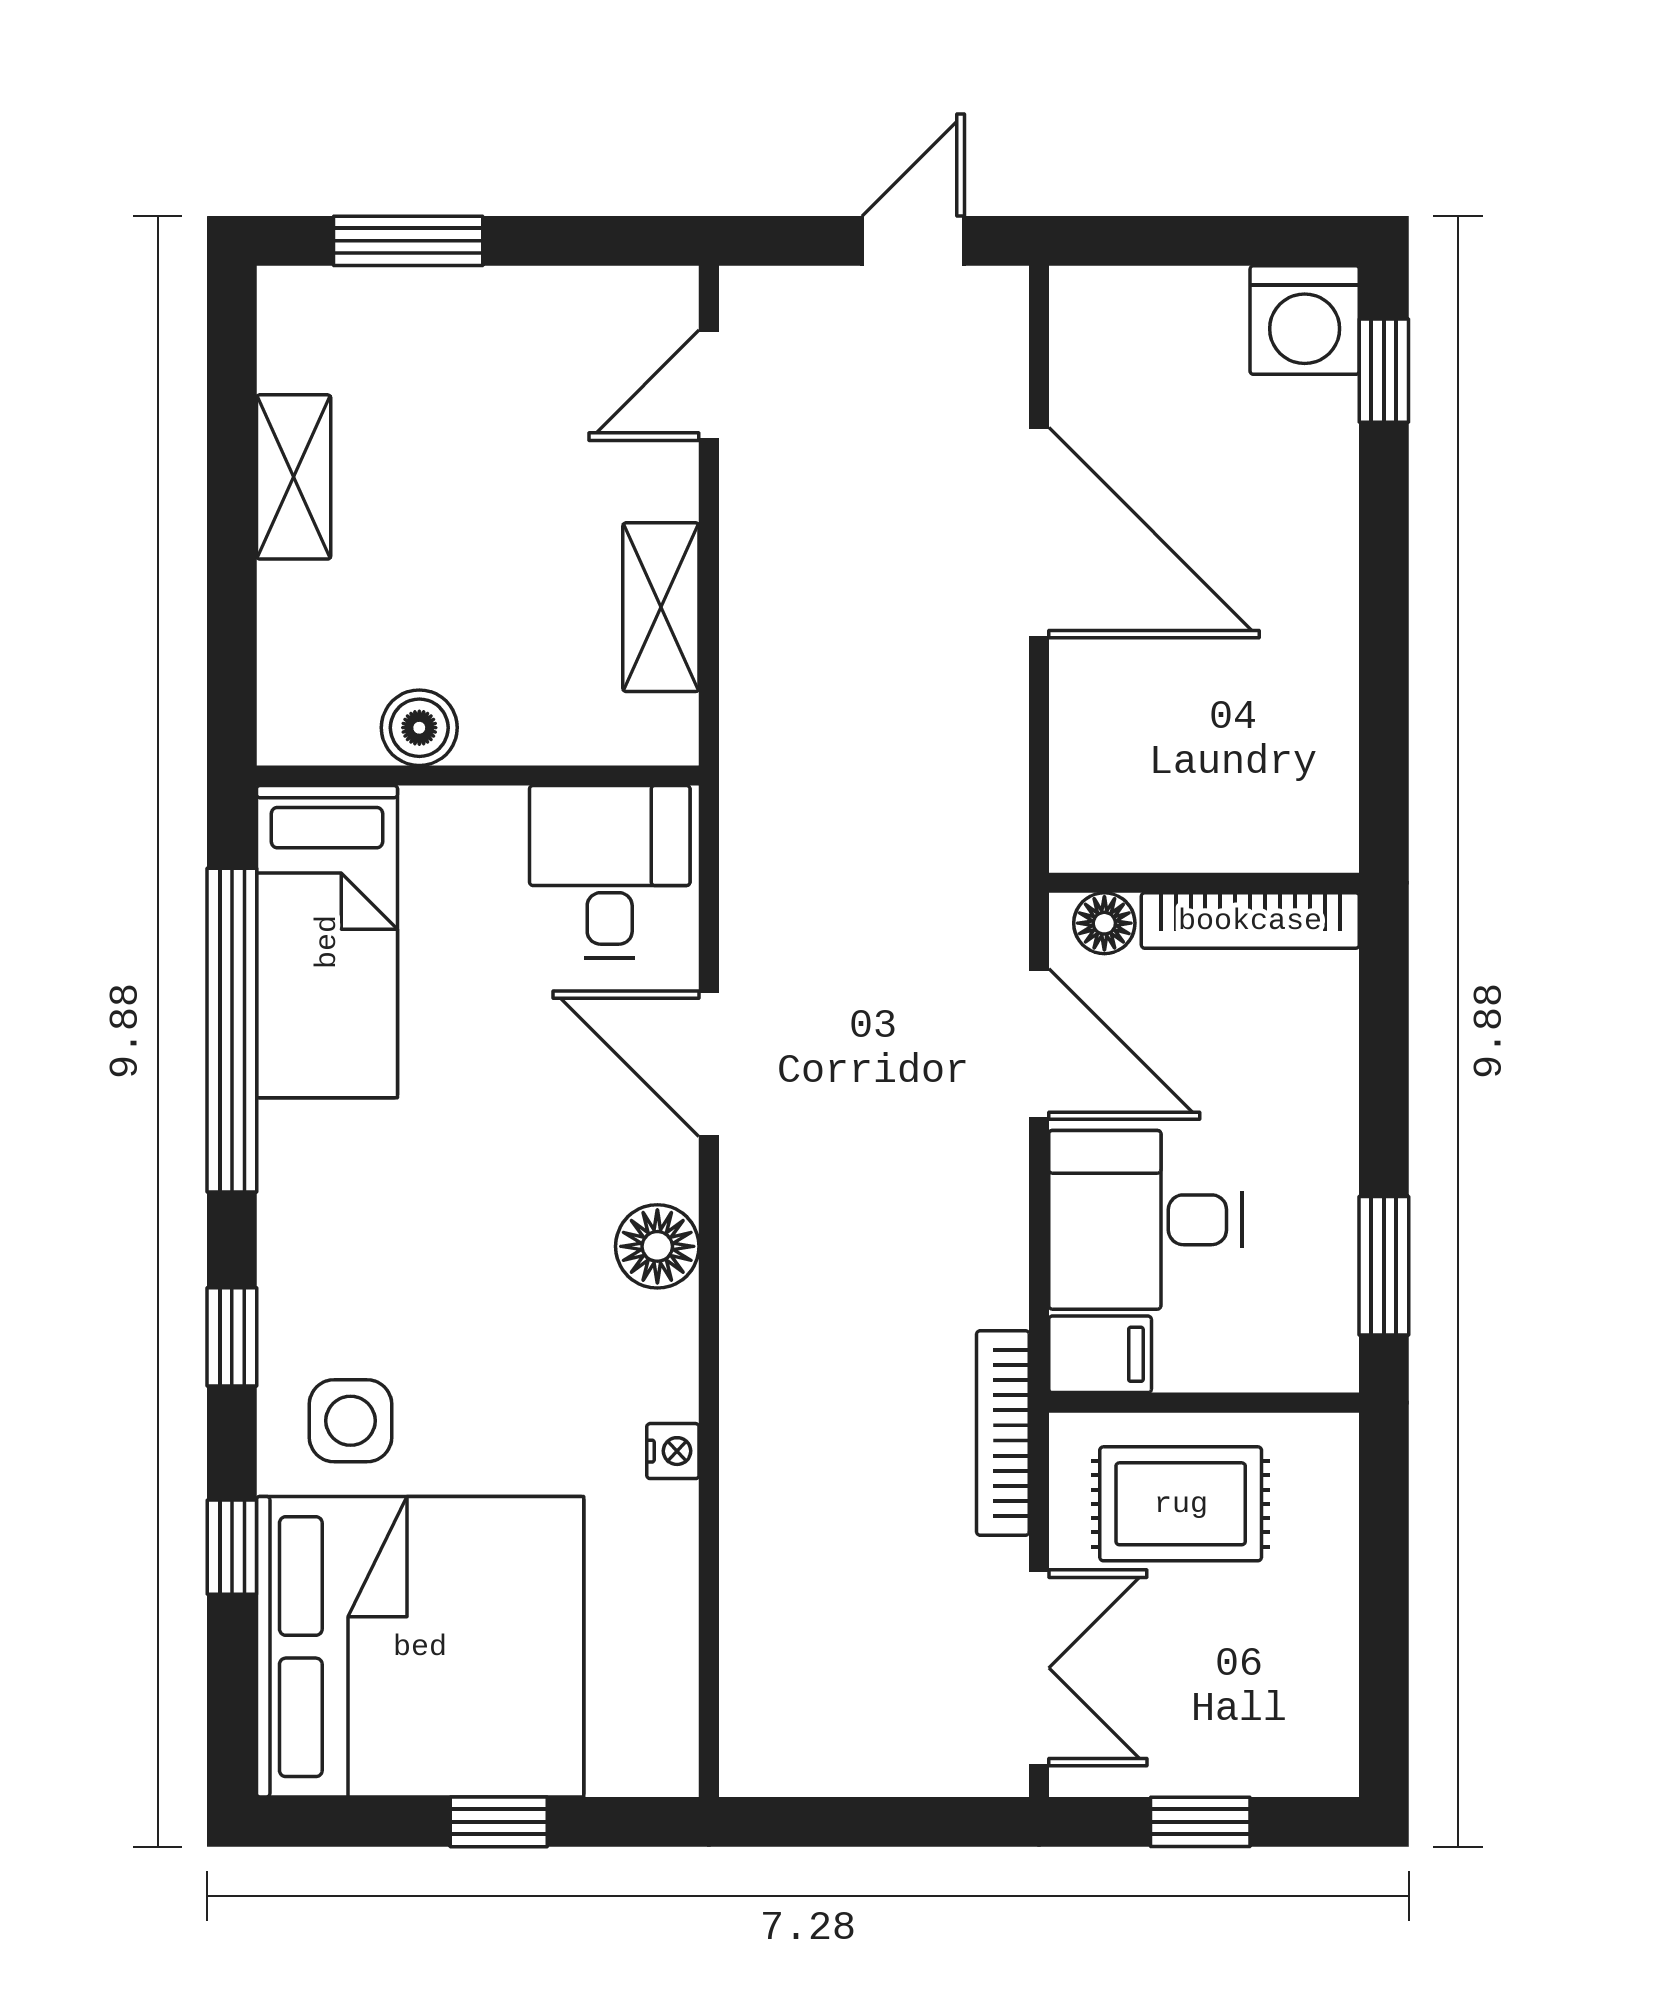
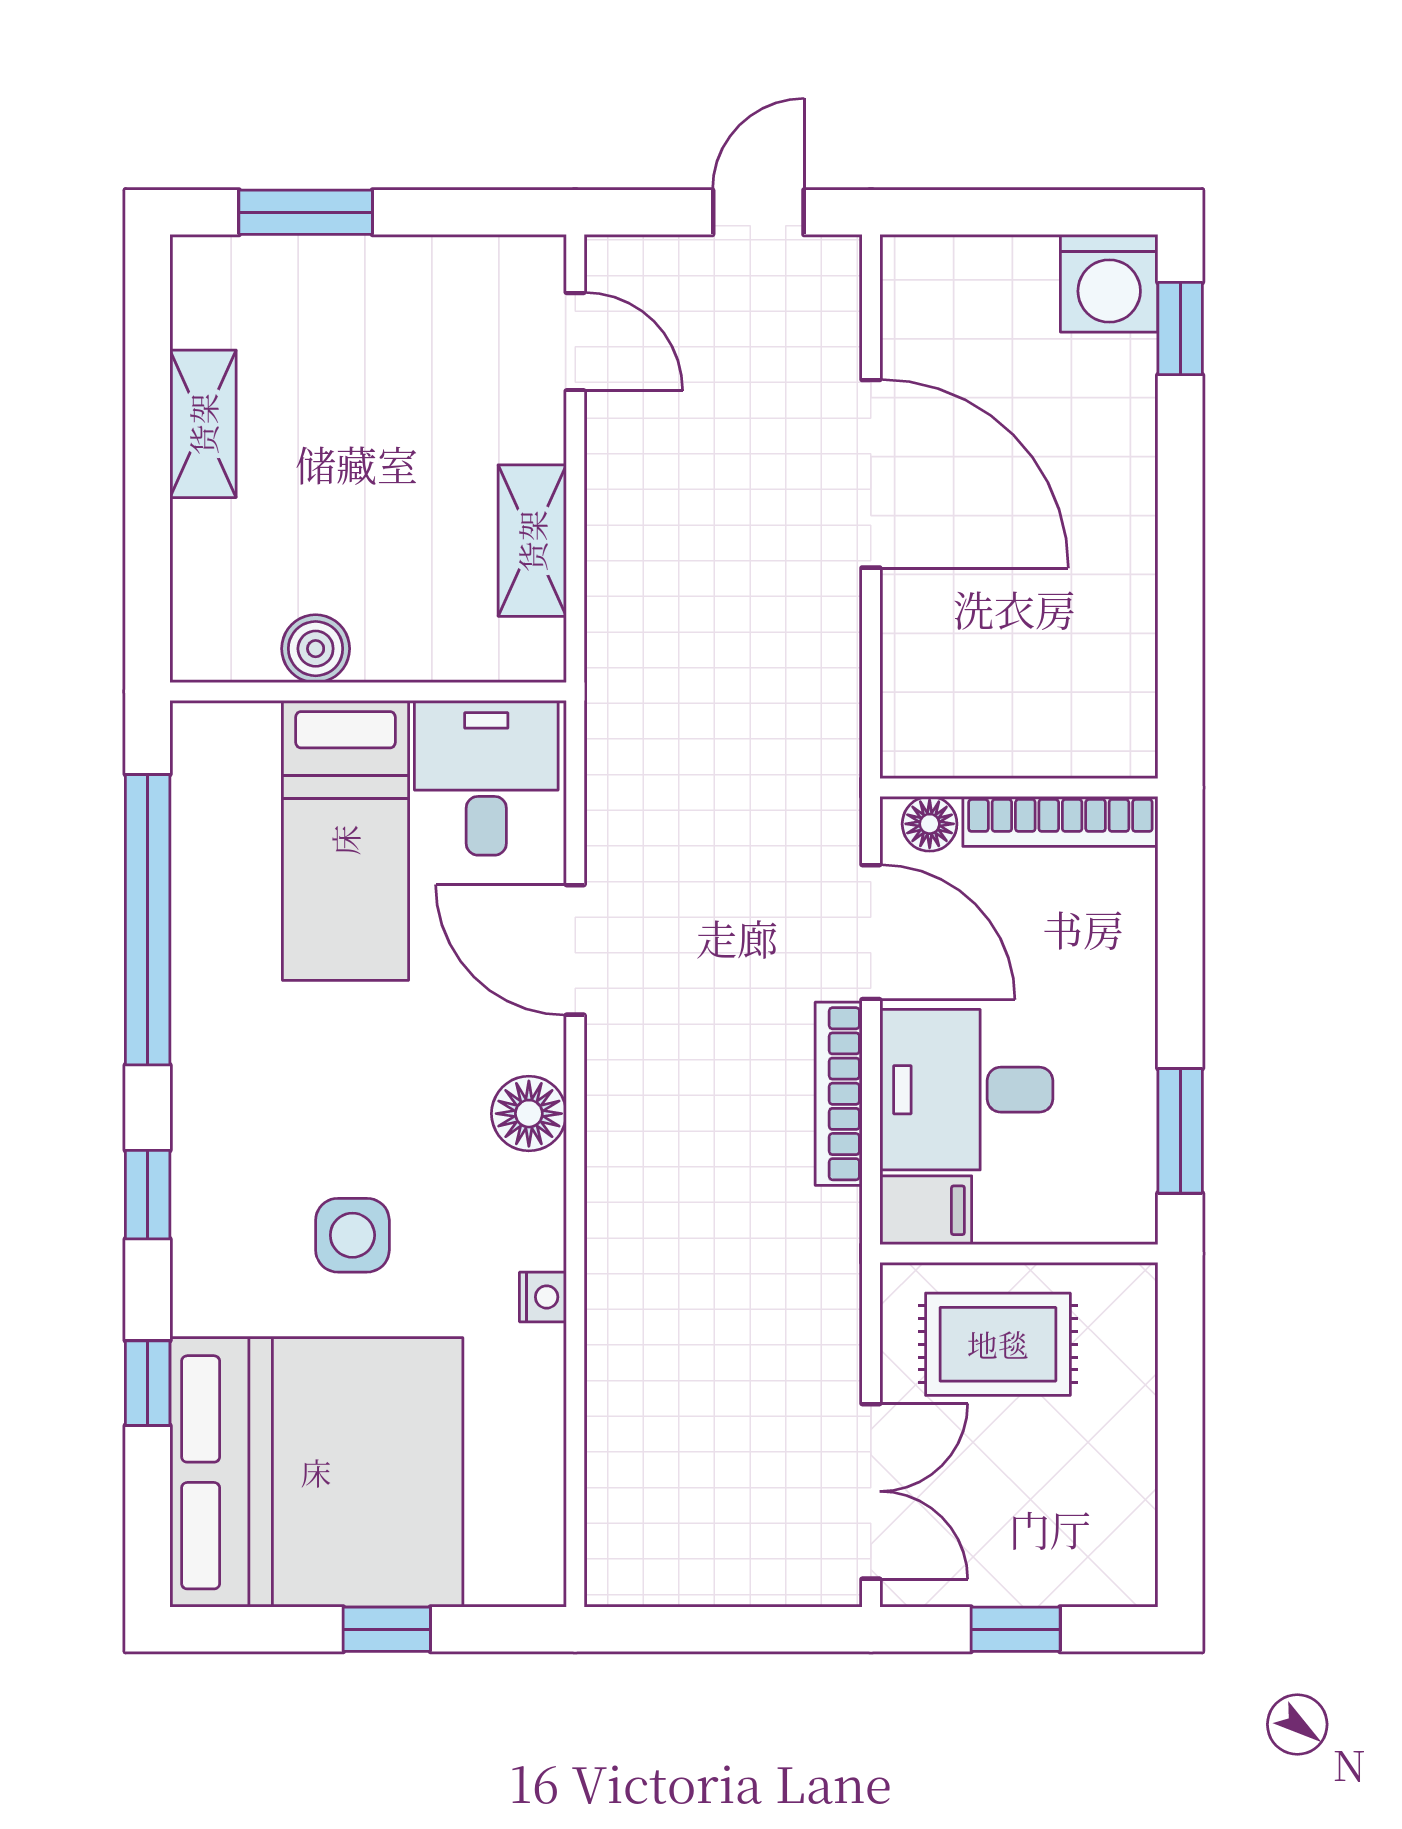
door: (709, 385) -> (575, 342), swing flipped
bed: (327, 942) -> (345, 840), moved
side table: (350, 1421) -> (352, 1235), moved
bookcase: (1003, 1433) -> (839, 1094), moved

